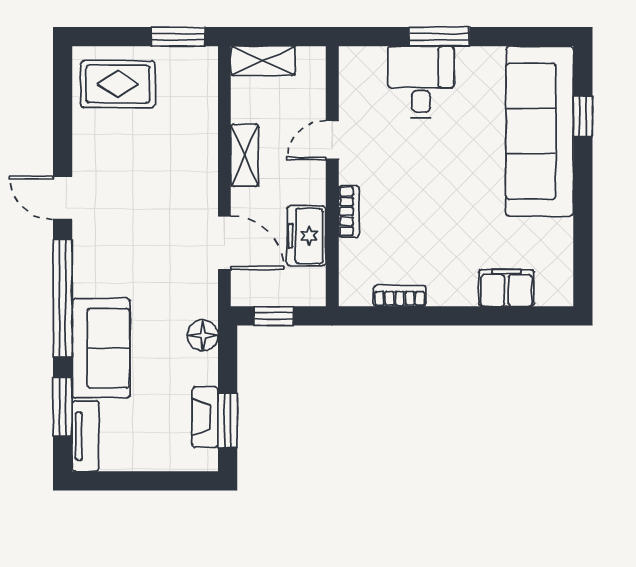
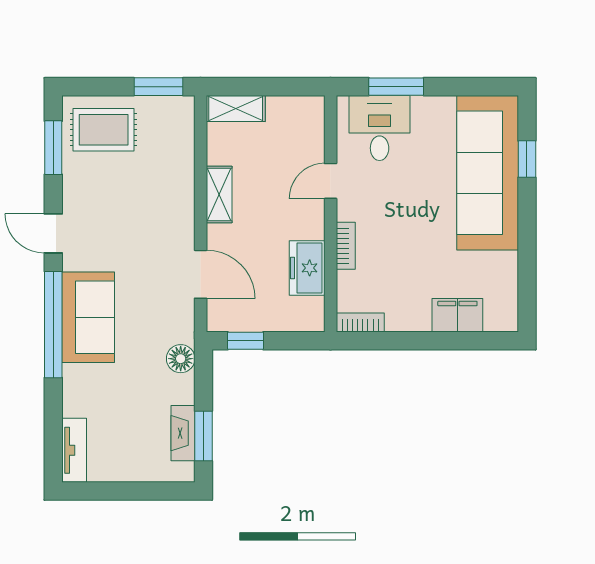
door: (332, 140) -> (331, 181), moved
wall: (332, 176) -> (331, 214), moved
bookcase: (349, 211) -> (346, 246), moved
freezer: (306, 236) -> (307, 268), moved
sofa: (101, 348) -> (88, 317), moved
window: (63, 407) -> (53, 148), moved

